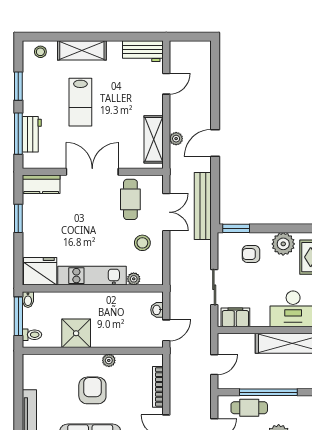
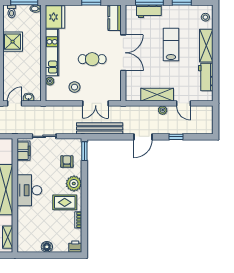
workbench: (143, 51) -> (206, 77), moved
window: (215, 95) -> (176, 137), added
lab bench: (80, 102) -> (171, 45), turned 90
shelving: (154, 139) -> (157, 95), moved
plant: (176, 139) -> (163, 110), moved
door: (215, 143) -> (143, 137), swing flipped
cafe table: (130, 199) -> (92, 59), moved
door: (166, 330) -> (15, 103), swing flipped

